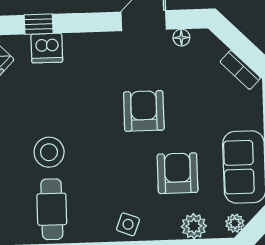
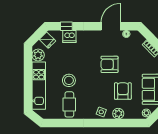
armchair: (144, 111) -> (109, 64), turned -90
plant: (194, 226) -> (118, 114), moved

